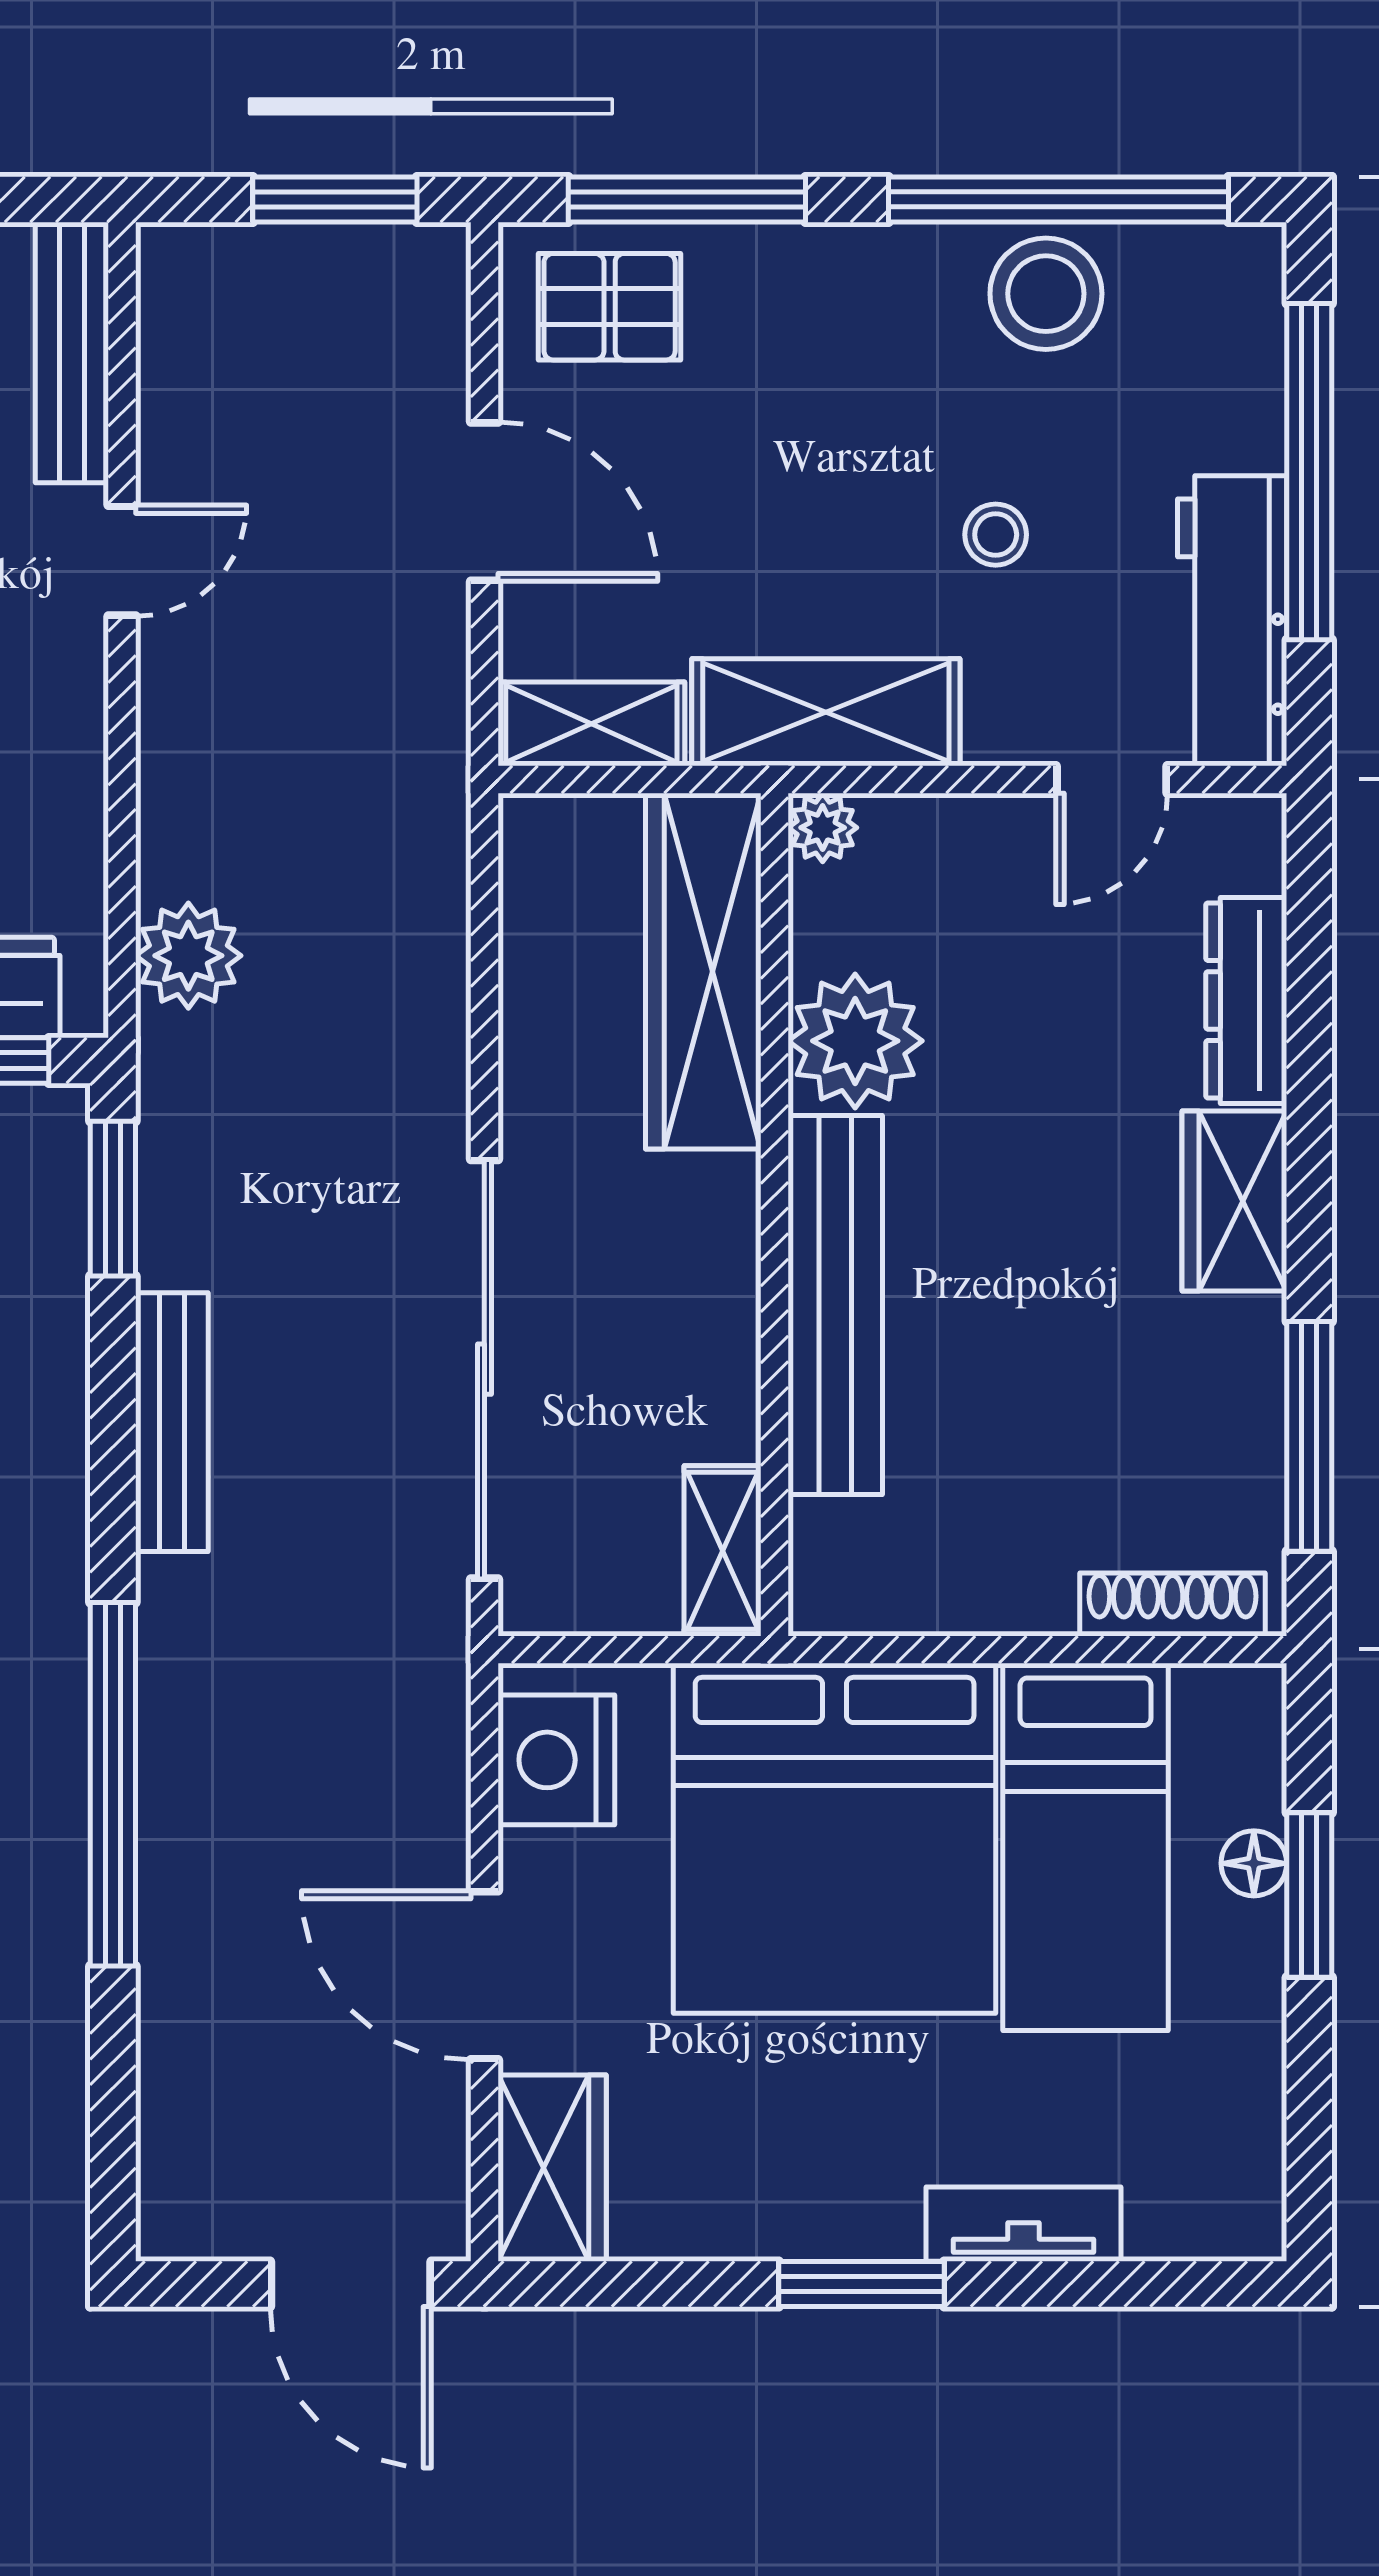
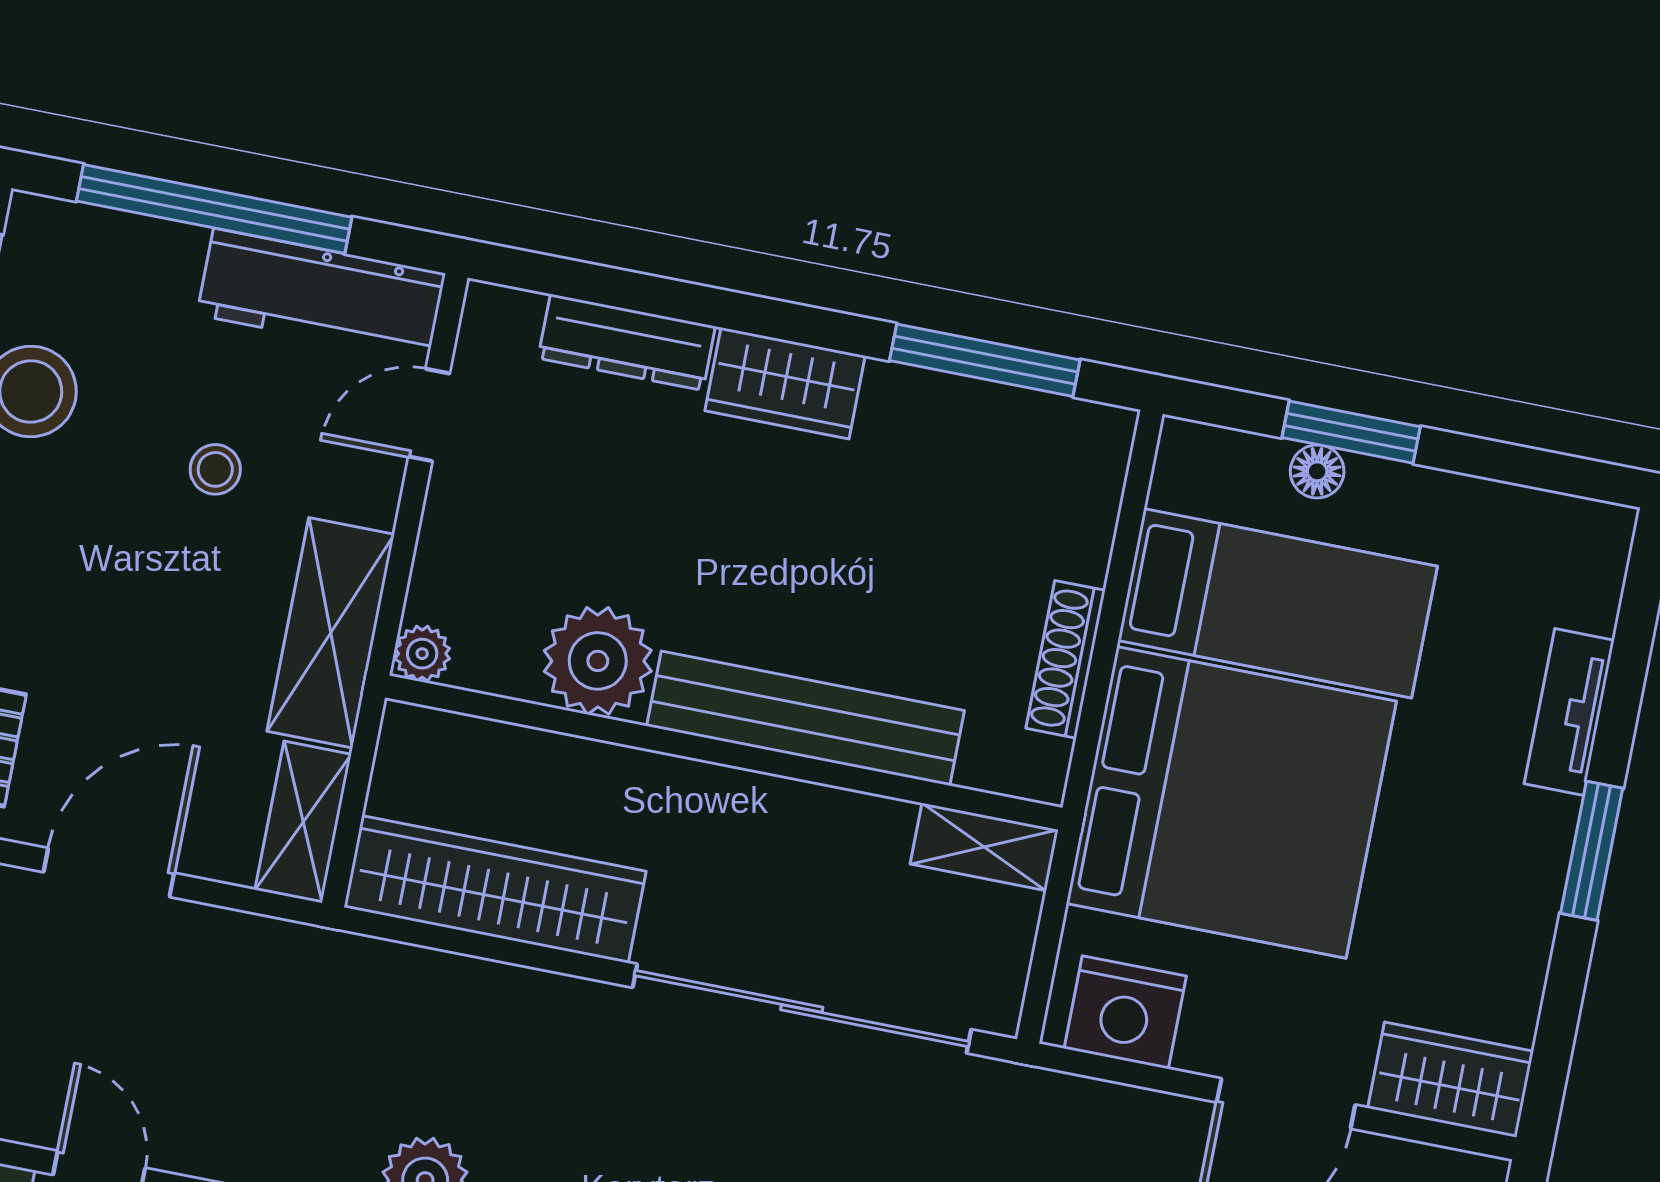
door: (1112, 780) -> (429, 415), swing flipped
wardrobe: (703, 971) -> (495, 889), moved, turned 180
shoe rack: (1172, 1604) -> (1066, 659), moved

